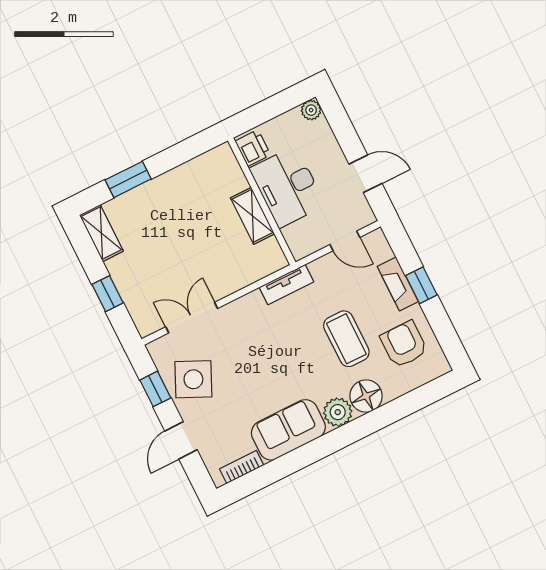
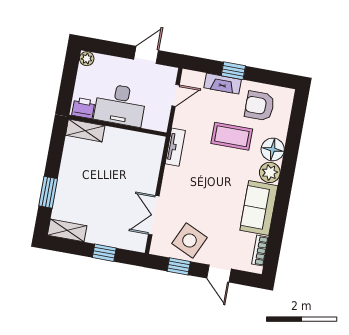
shelving: (252, 216) -> (85, 131), moved

